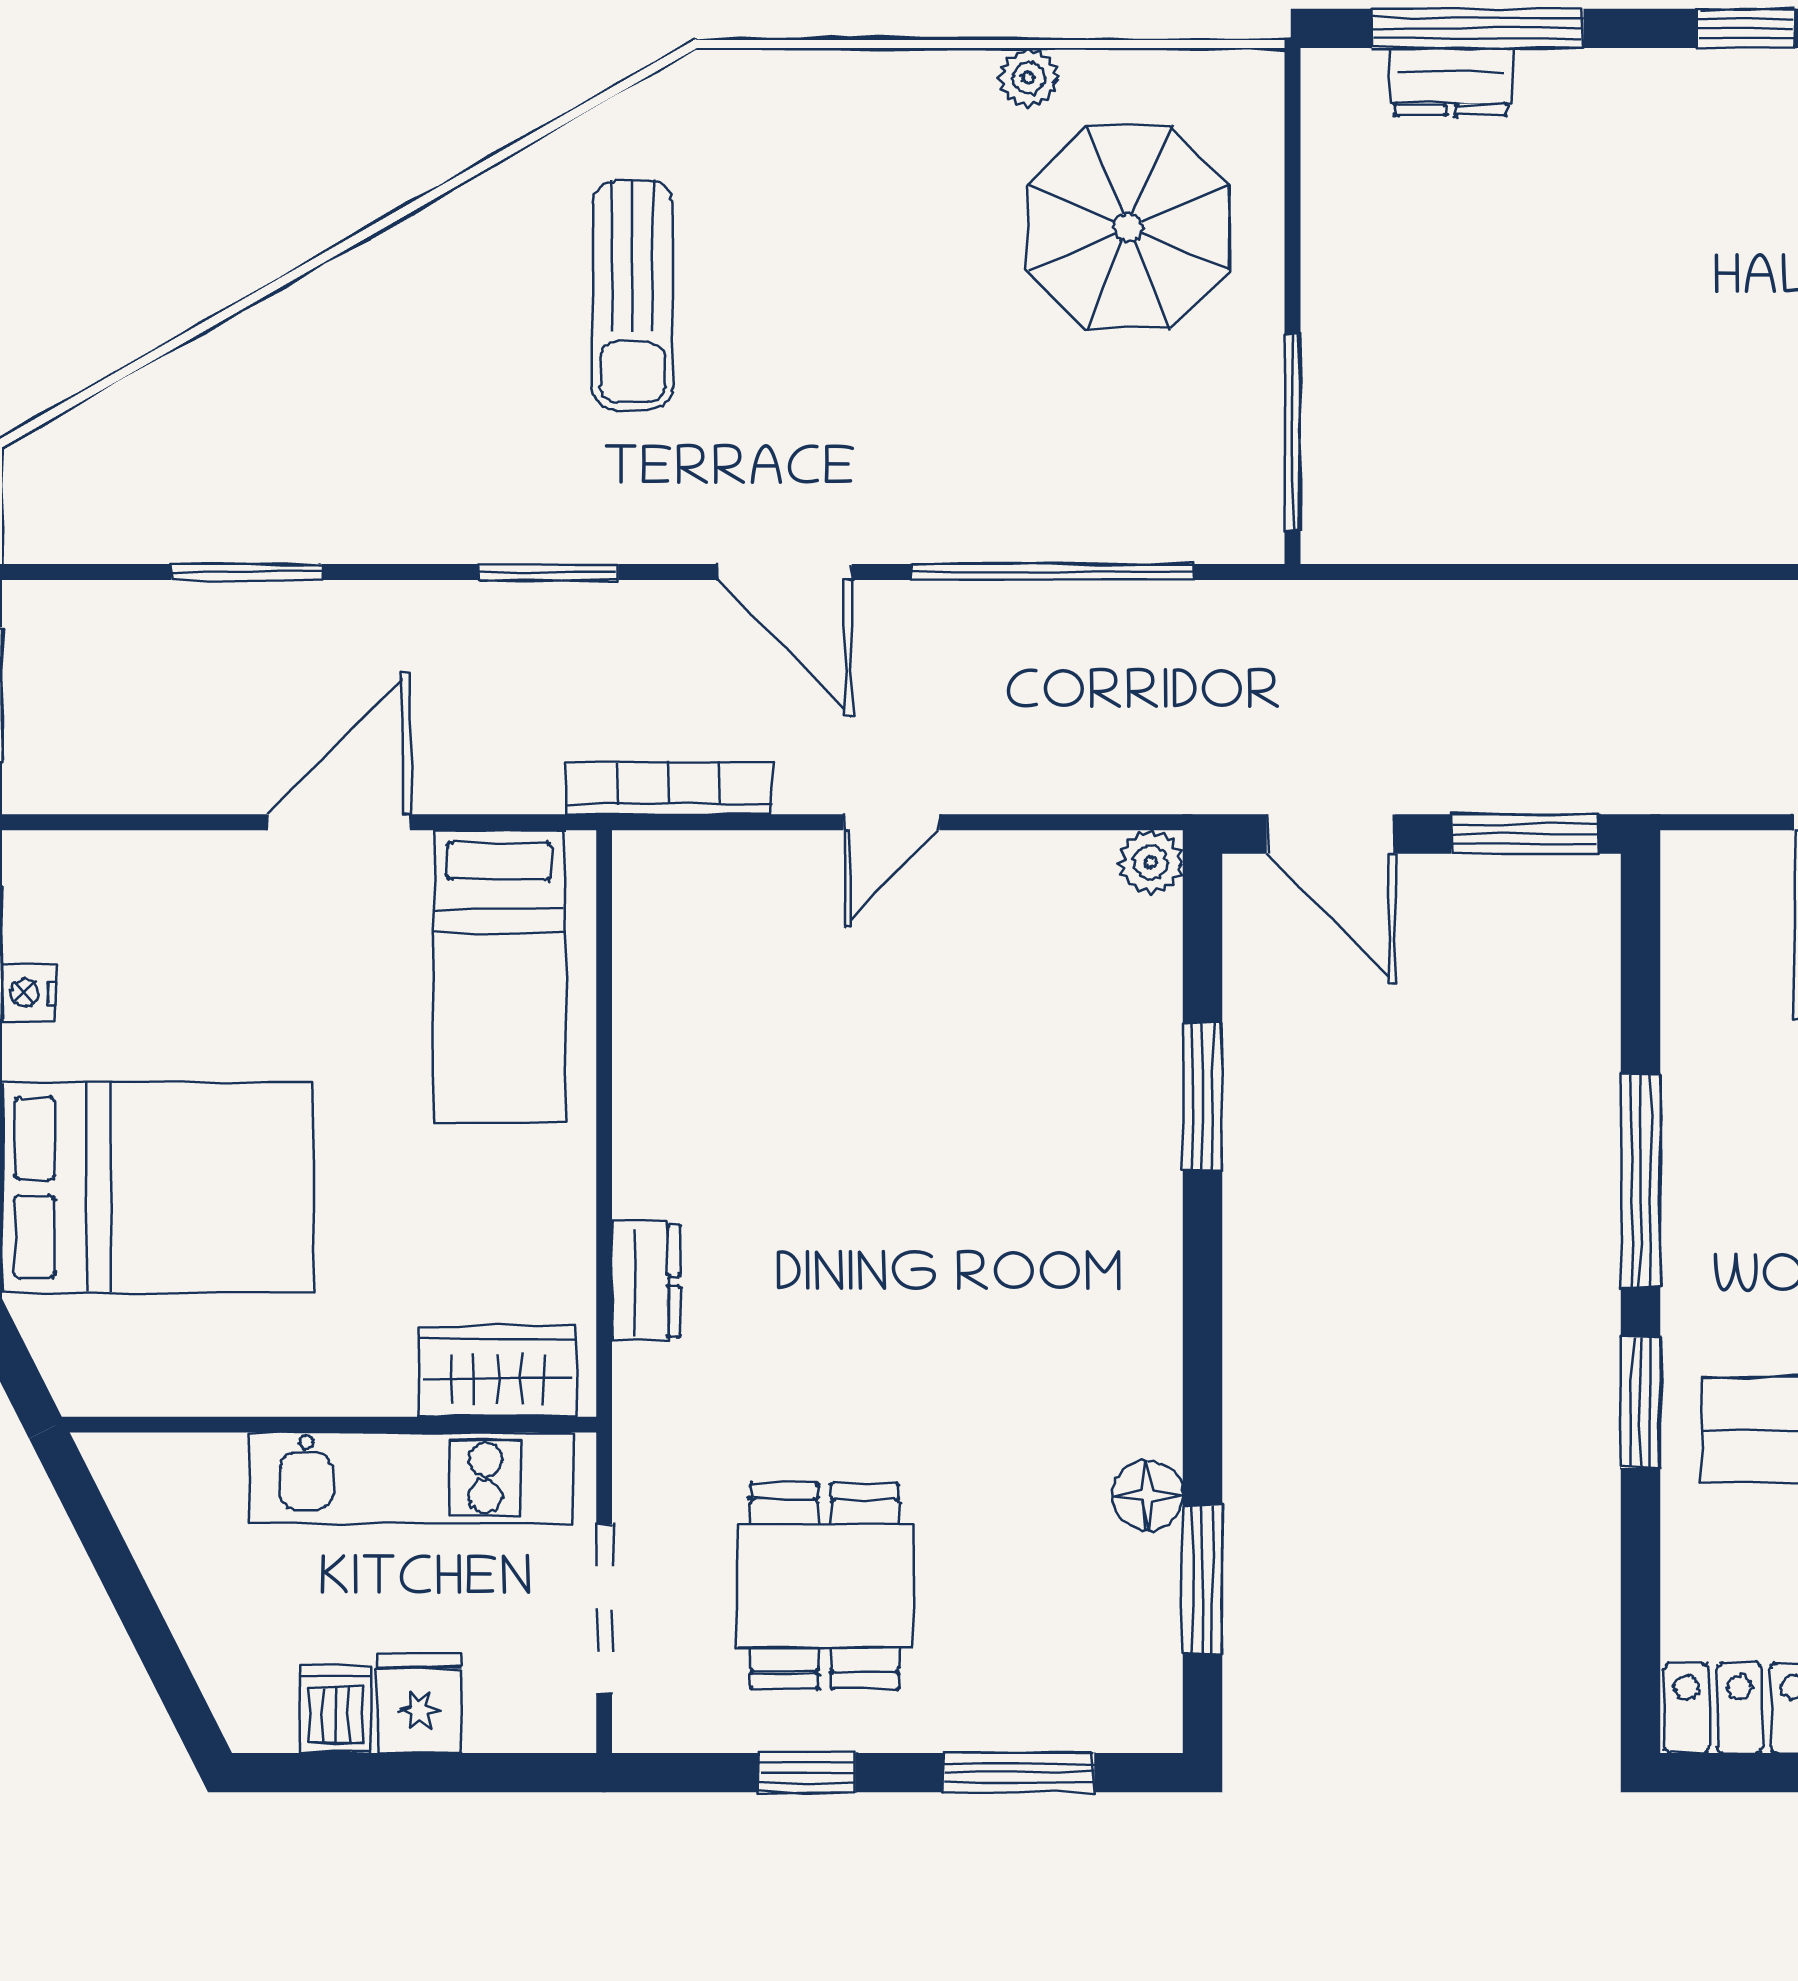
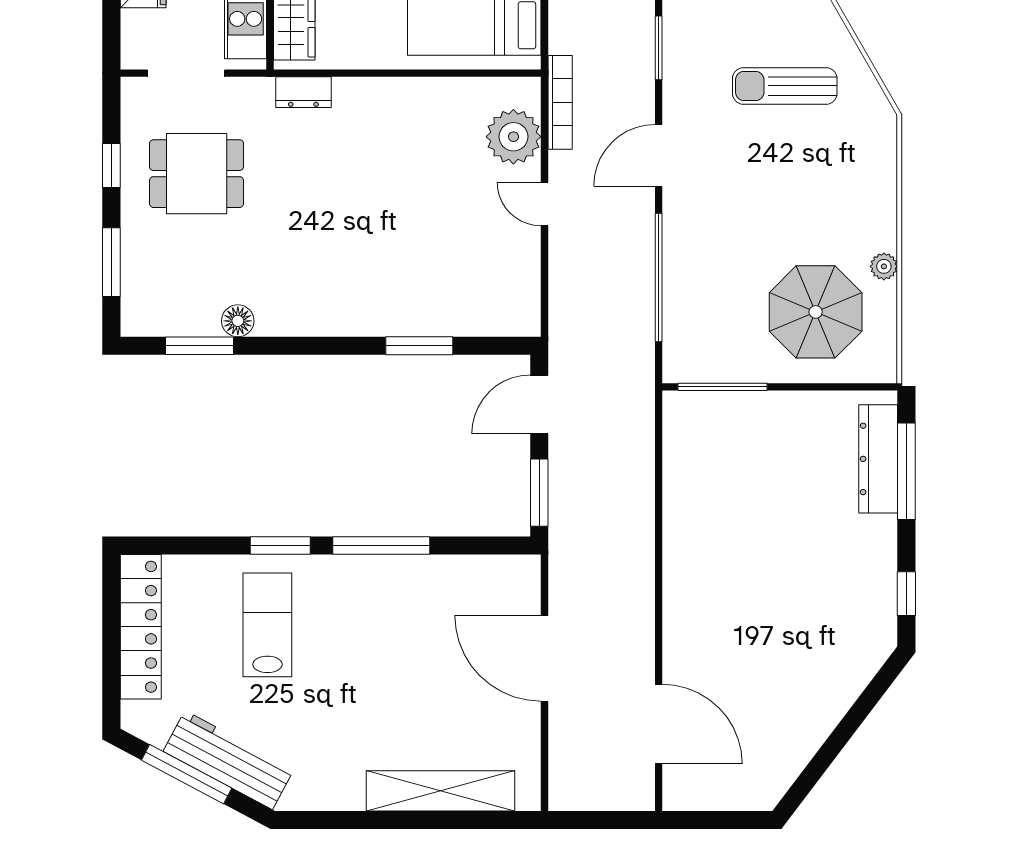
dresser: (1451, 82) -> (878, 459), width x1.96, depth x1.24
plant: (1151, 862) -> (513, 137), moved, width x1.88, depth x1.88
dresser: (646, 1281) -> (303, 92), moved

